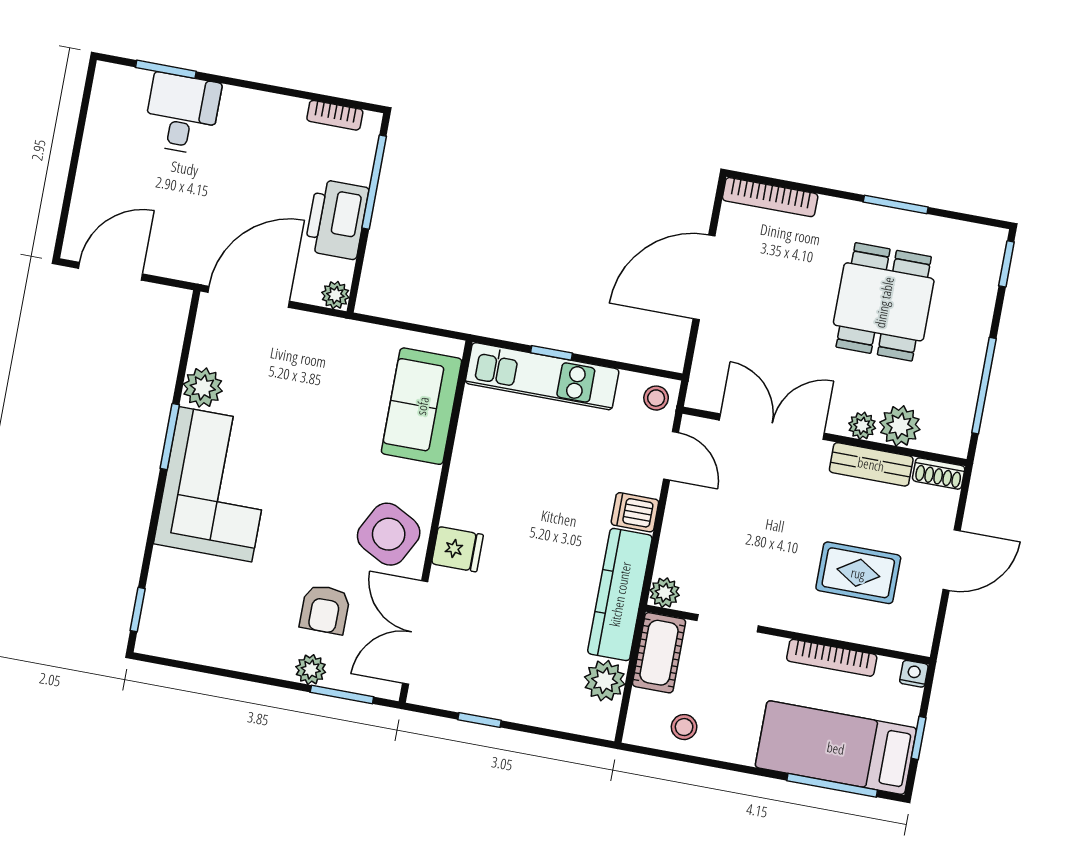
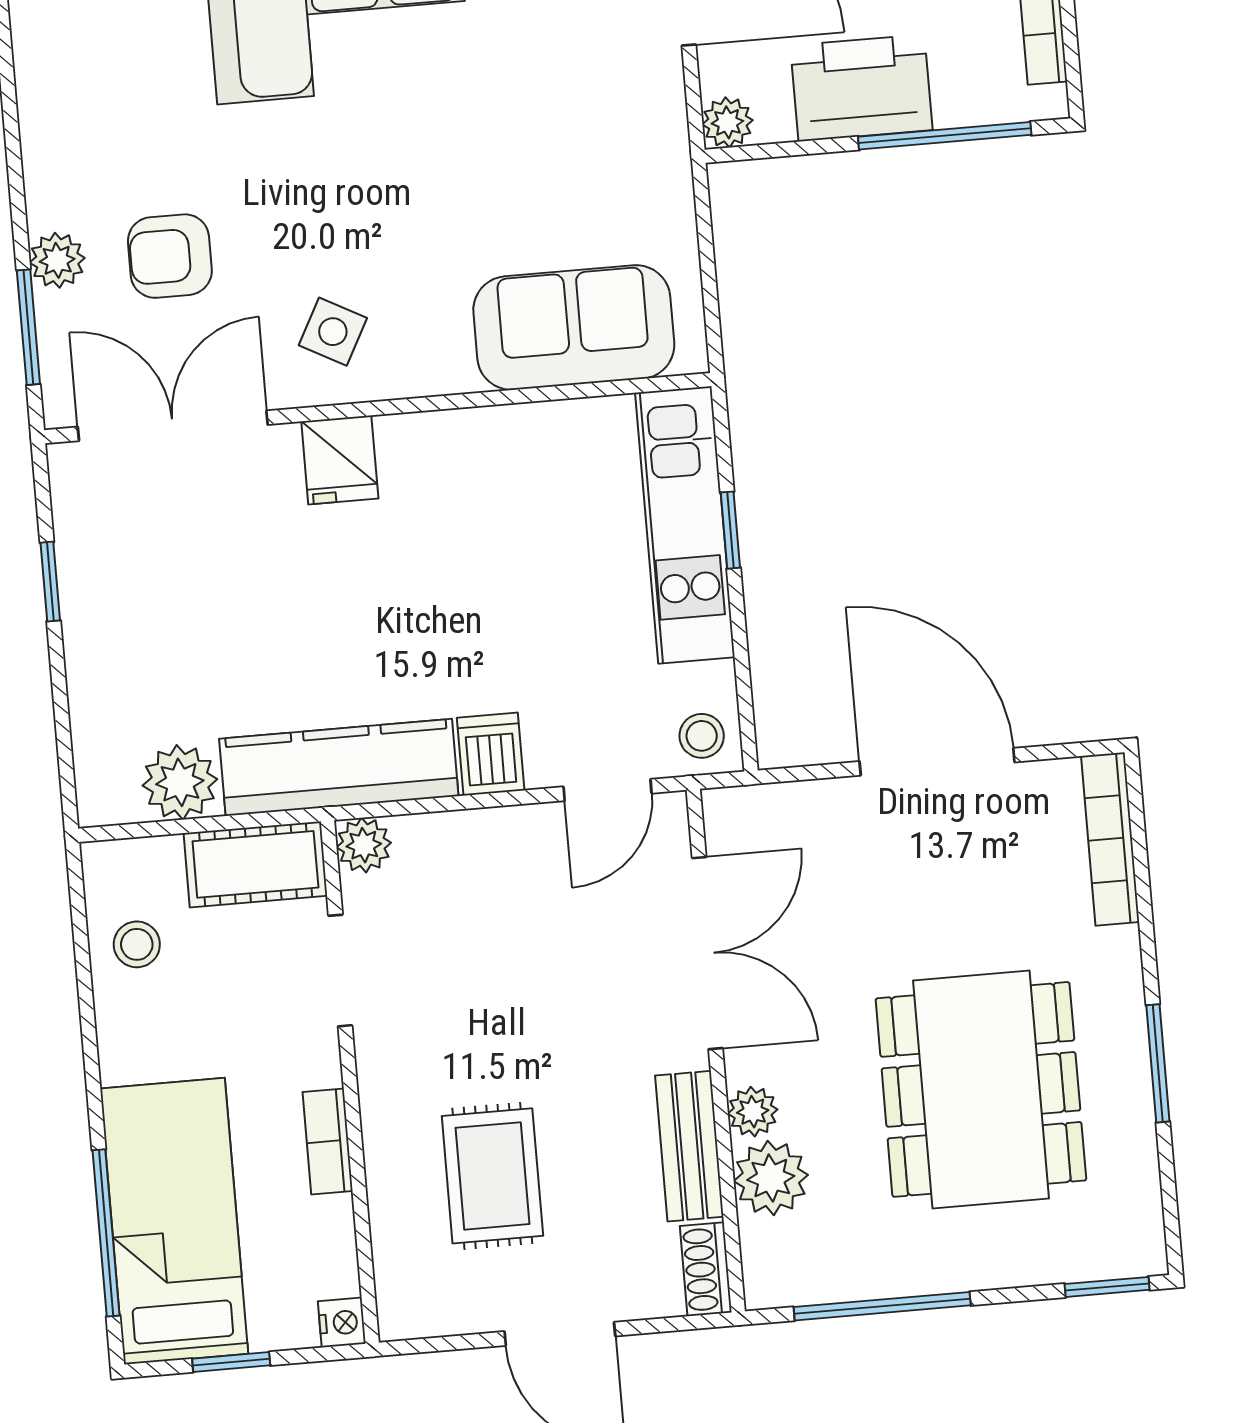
dining table: (884, 302) -> (981, 1089), width x1.38
side table: (389, 534) -> (333, 332), width x0.54, depth x0.54
bookcase: (832, 658) -> (328, 1141), width x0.64

